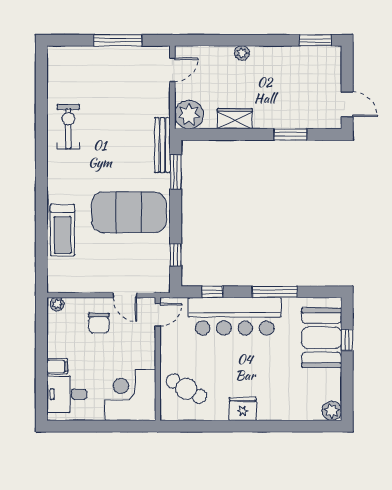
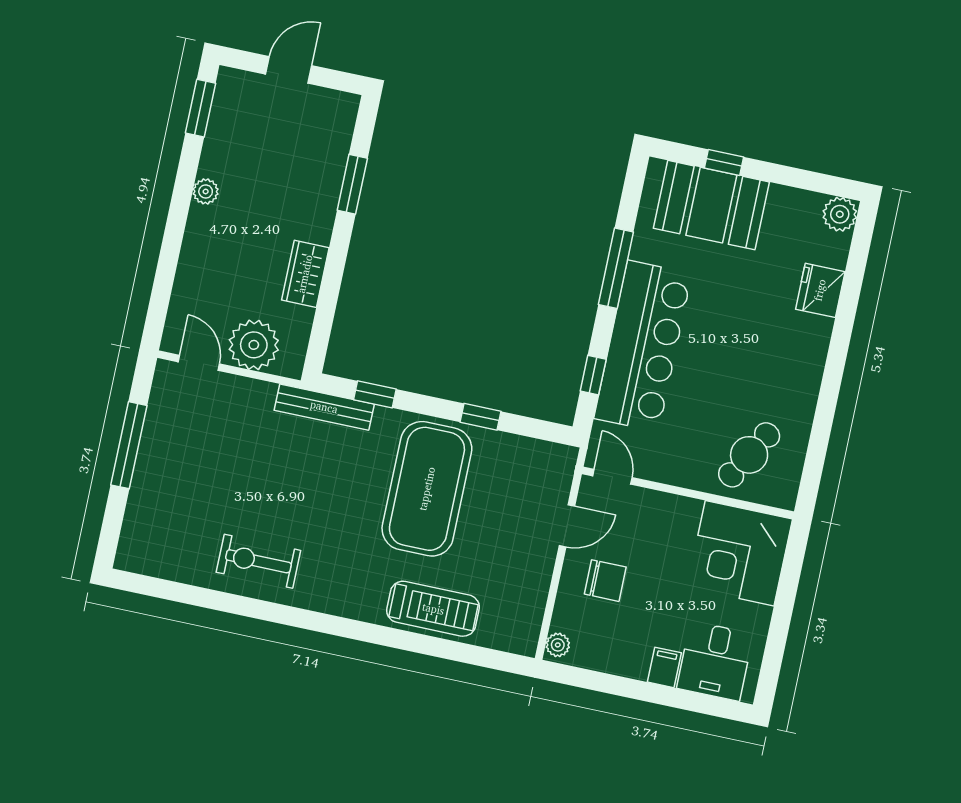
plant: (242, 53) -> (206, 191), moved
door: (347, 104) -> (289, 70), moved
plant: (189, 114) -> (254, 345), moved
window: (176, 172) -> (375, 394), width x0.67
window: (176, 255) -> (480, 417), moved
fridge: (243, 409) -> (820, 290), moved

